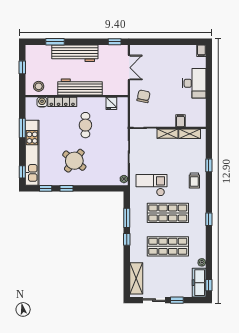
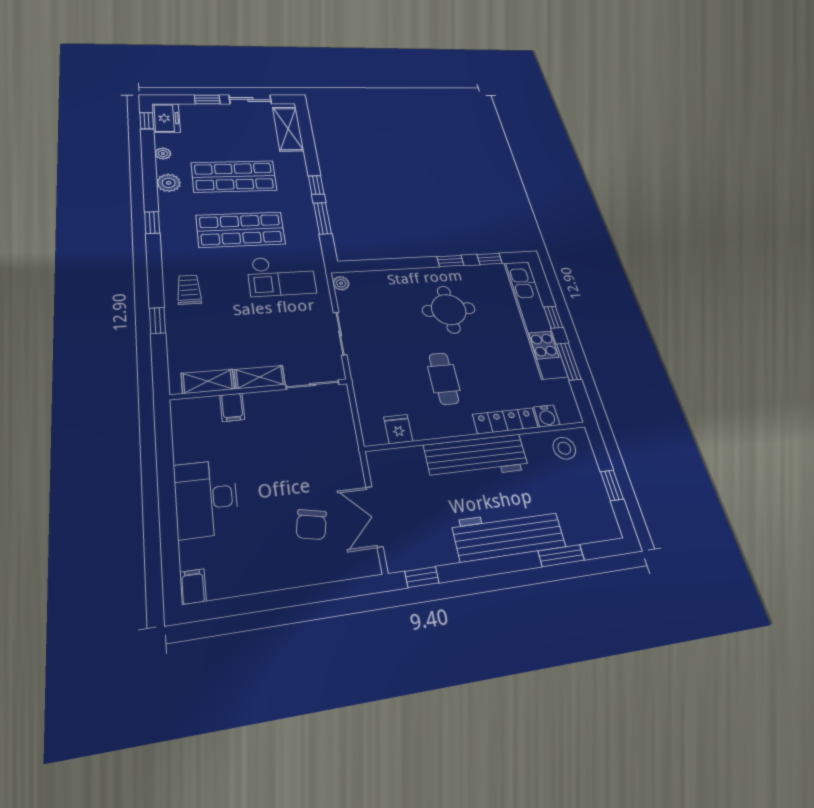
chair: (143, 96) -> (311, 524), moved
round table: (74, 161) -> (449, 310), turned -38
window: (22, 172) -> (553, 317), moved
plant: (200, 243) -> (169, 183), added
freezer: (199, 283) -> (166, 118), width x0.71

